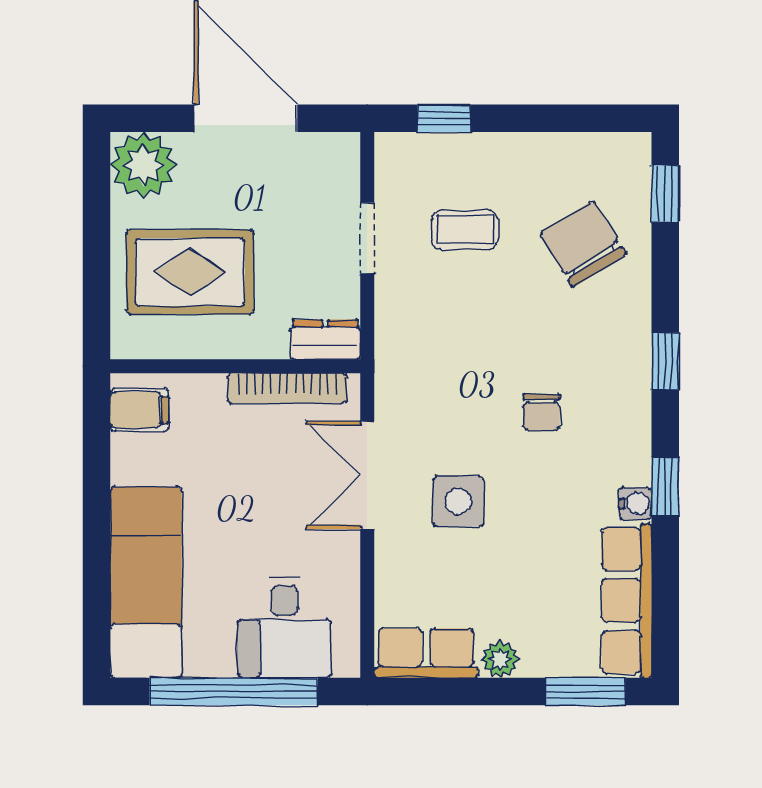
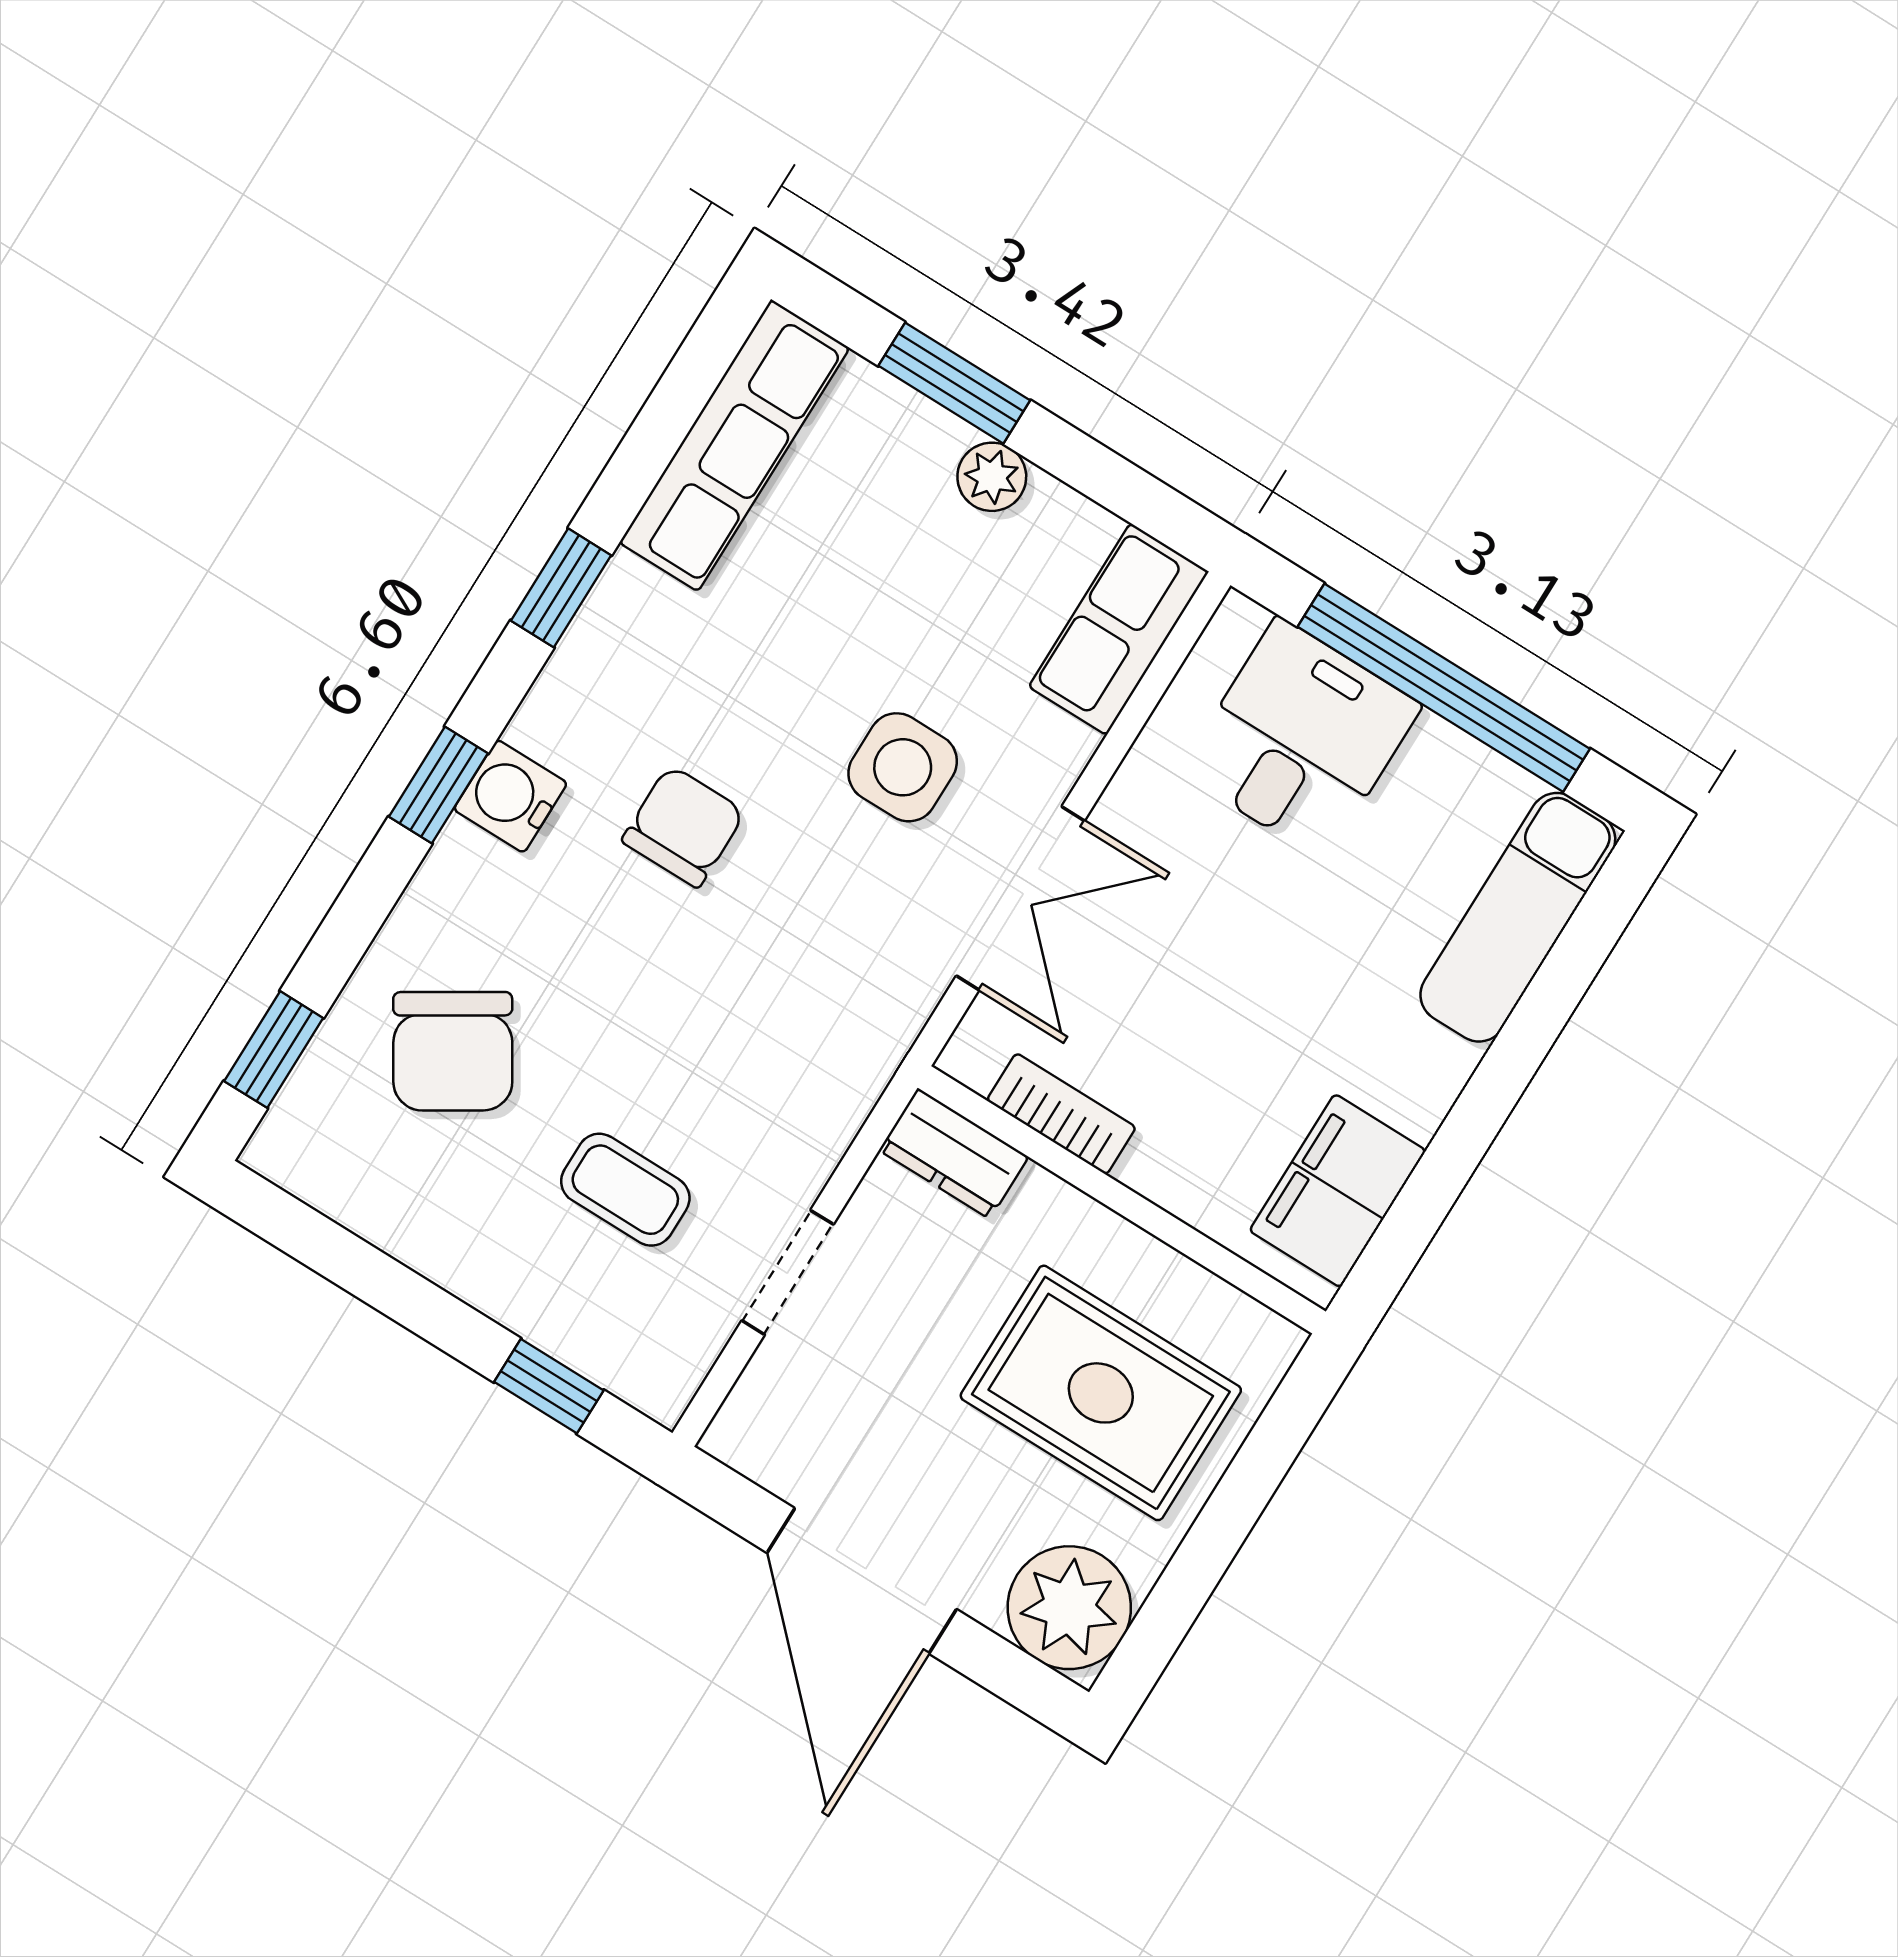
bookcase: (287, 388) -> (1061, 1114), width x0.64
filing cabinet: (139, 410) -> (1338, 1191), width x2.00
chair: (542, 412) -> (683, 826), width x1.37, depth x1.37
water cooler: (635, 503) -> (510, 796), moved, width x1.38, depth x1.38
exam couch: (146, 582) -> (1518, 917), width x0.73, depth x0.69
row of seats: (426, 653) -> (1119, 629), moved, turned 90
window: (585, 691) -> (954, 383), moved

